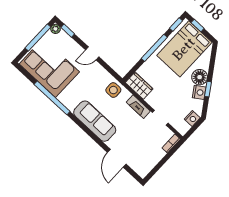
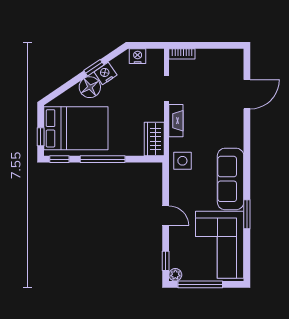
window: (52, 98) -> (247, 214), width x0.47
sofa: (95, 121) -> (231, 179), moved

